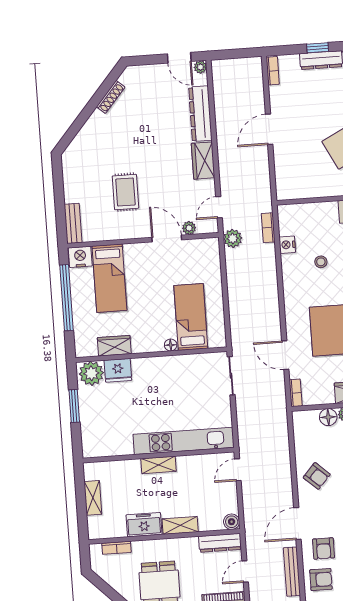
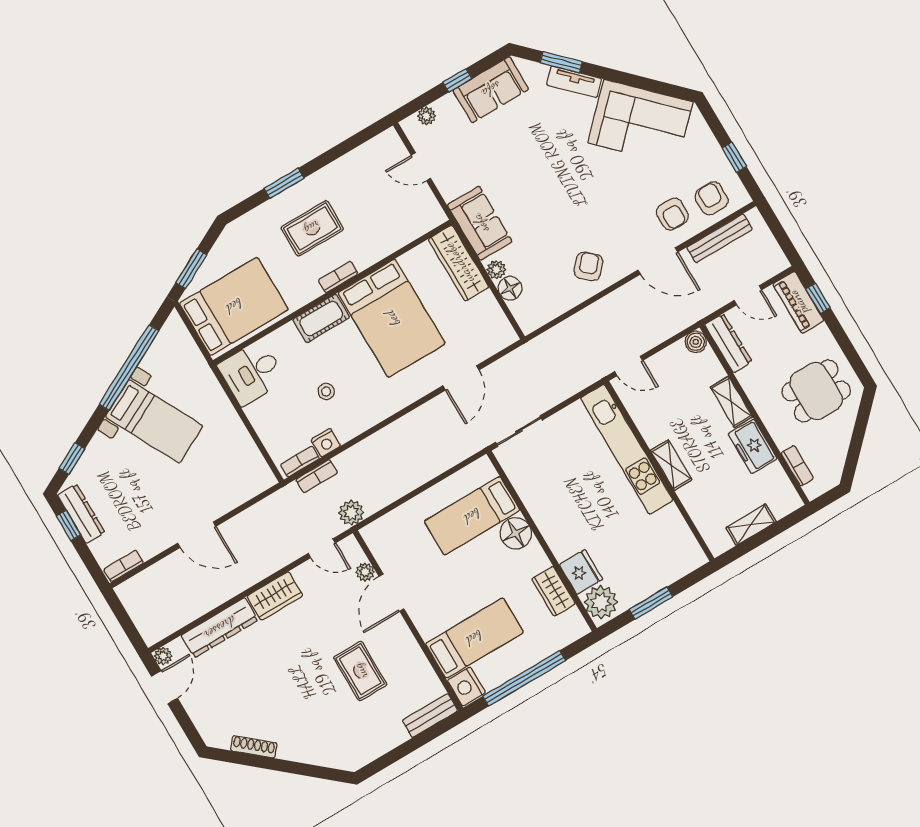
rug: (125, 192) -> (360, 671), turned 90
floor lamp: (171, 345) -> (516, 533), width x1.89, depth x1.89
bookcase: (296, 393) -> (300, 462), moved
armchair: (324, 548) -> (672, 214), turned 90

